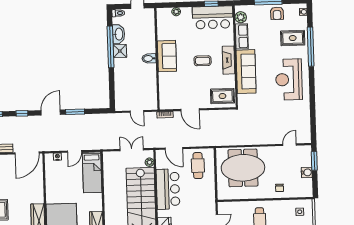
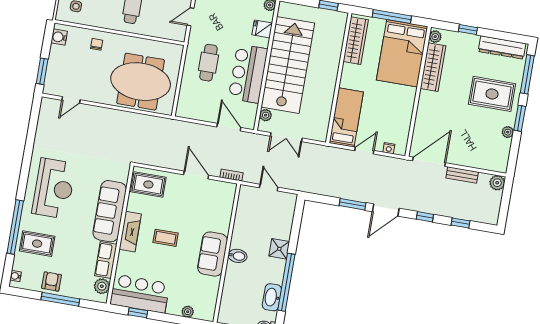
shower: (120, 51) -> (279, 249), moved
cafe table: (198, 166) -> (209, 63), moved
water cooler: (307, 172) -> (59, 37), moved

